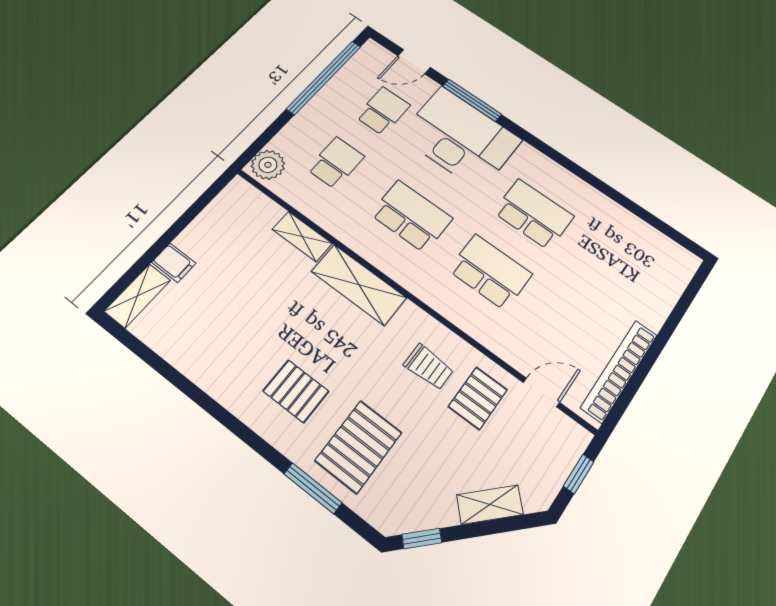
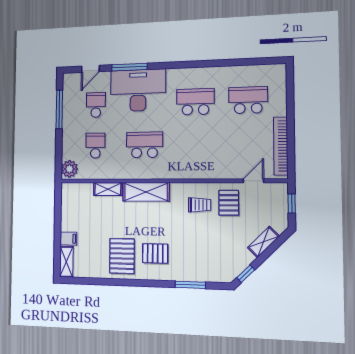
window: (324, 77) -> (59, 109), width x0.68
school desk: (490, 272) -> (248, 100), moved
pallet: (359, 447) -> (122, 256), moved

